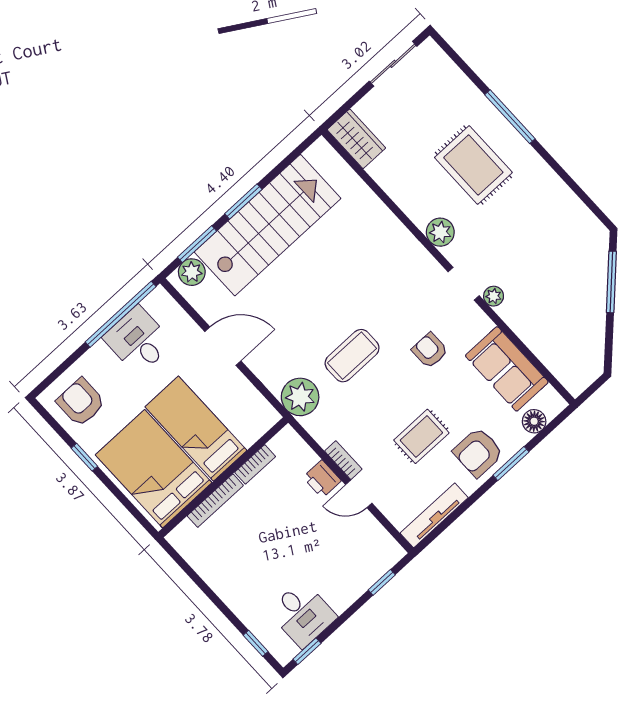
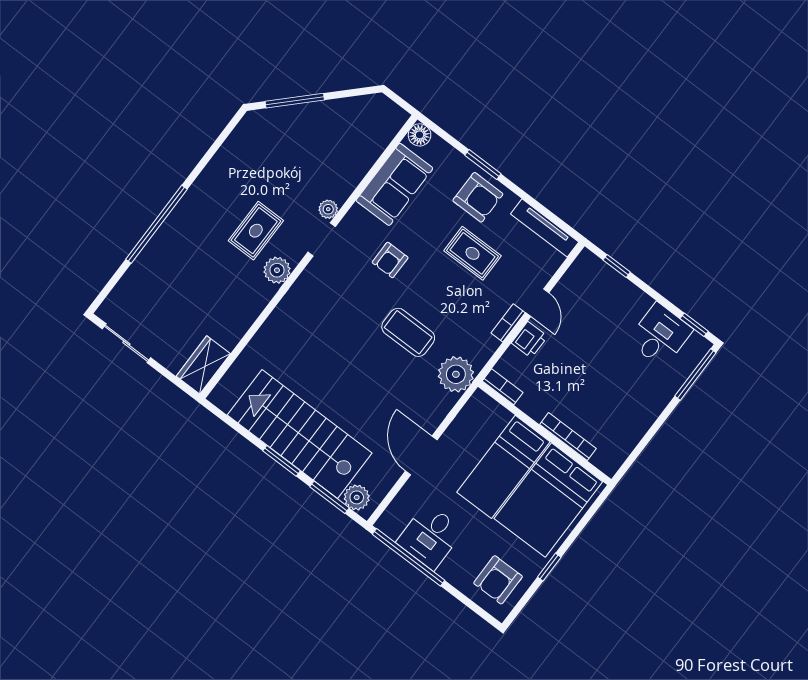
window: (510, 117) -> (156, 224), width x1.46
rug: (473, 165) -> (256, 231), moved, width x0.73, depth x0.70
floor lamp: (534, 421) -> (420, 135), moved
bookcase: (255, 464) -> (503, 387), moved
window: (256, 643) -> (695, 374), width x2.17

